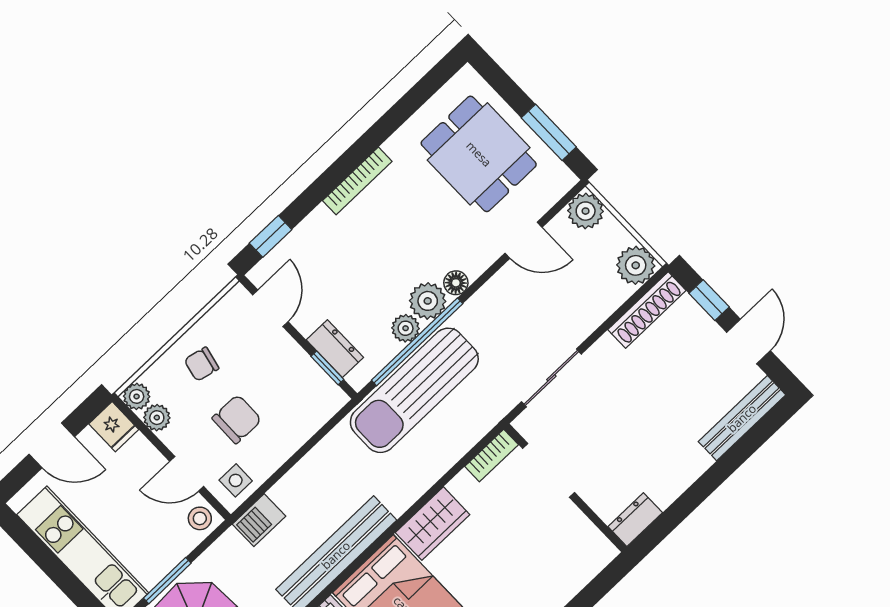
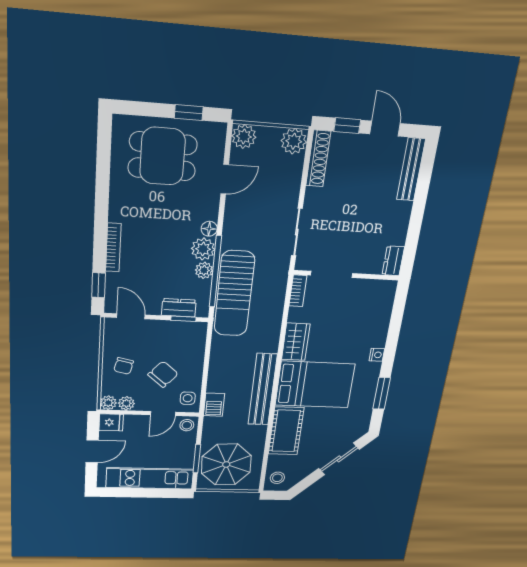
window: (549, 132) -> (189, 113), width x0.67
bookcase: (357, 181) -> (113, 247), moved
chair: (237, 419) -> (163, 374), turned 40

